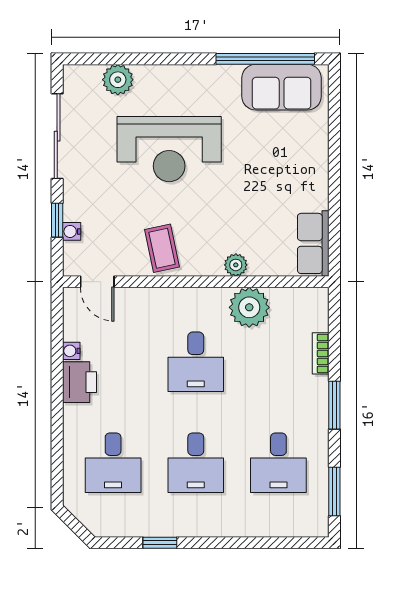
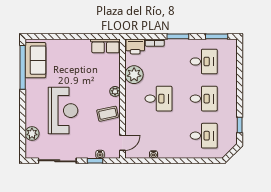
plant: (236, 265) -> (115, 91), moved
printer: (79, 382) -> (135, 46), moved, turned 180
window: (160, 543) -> (240, 125), moved

